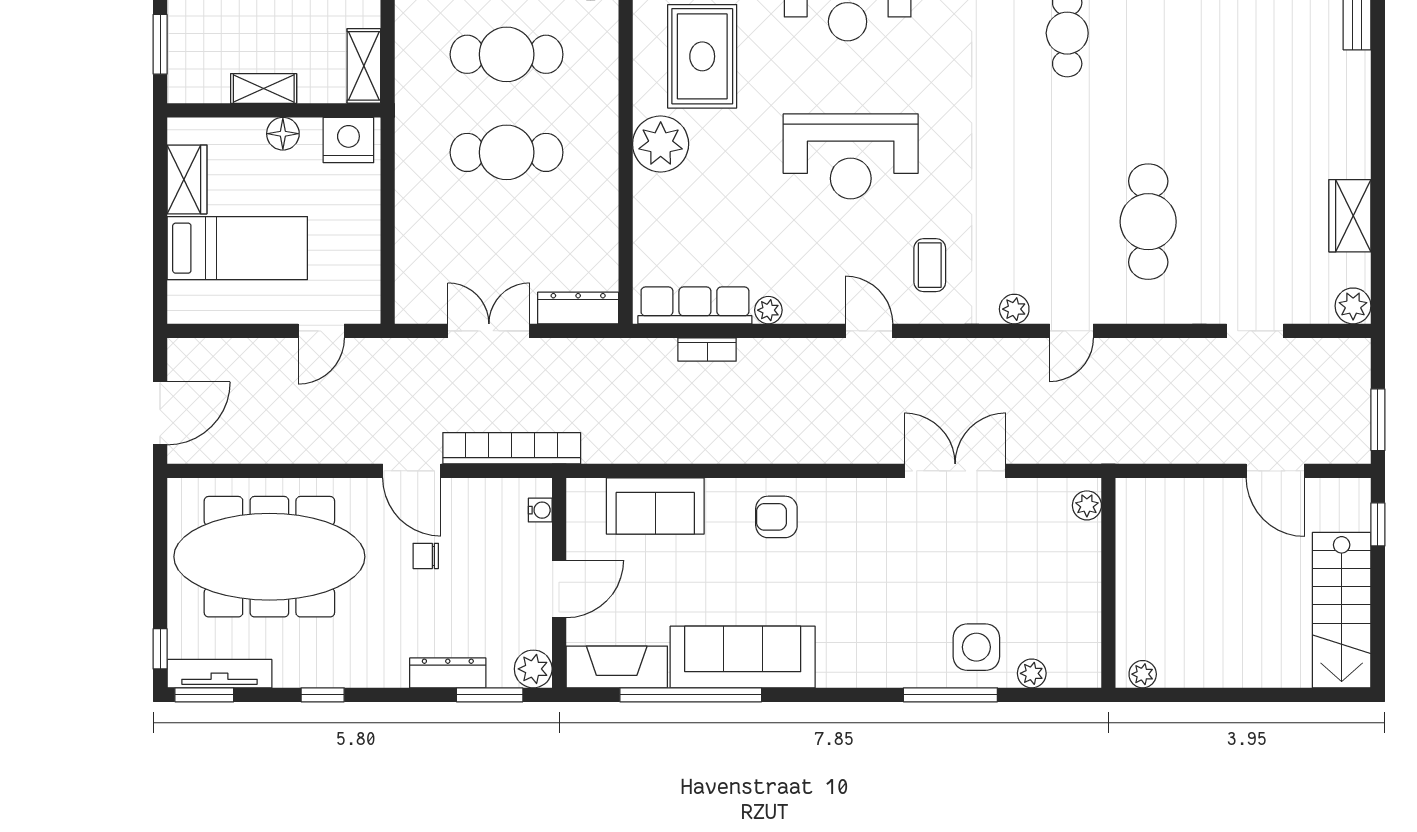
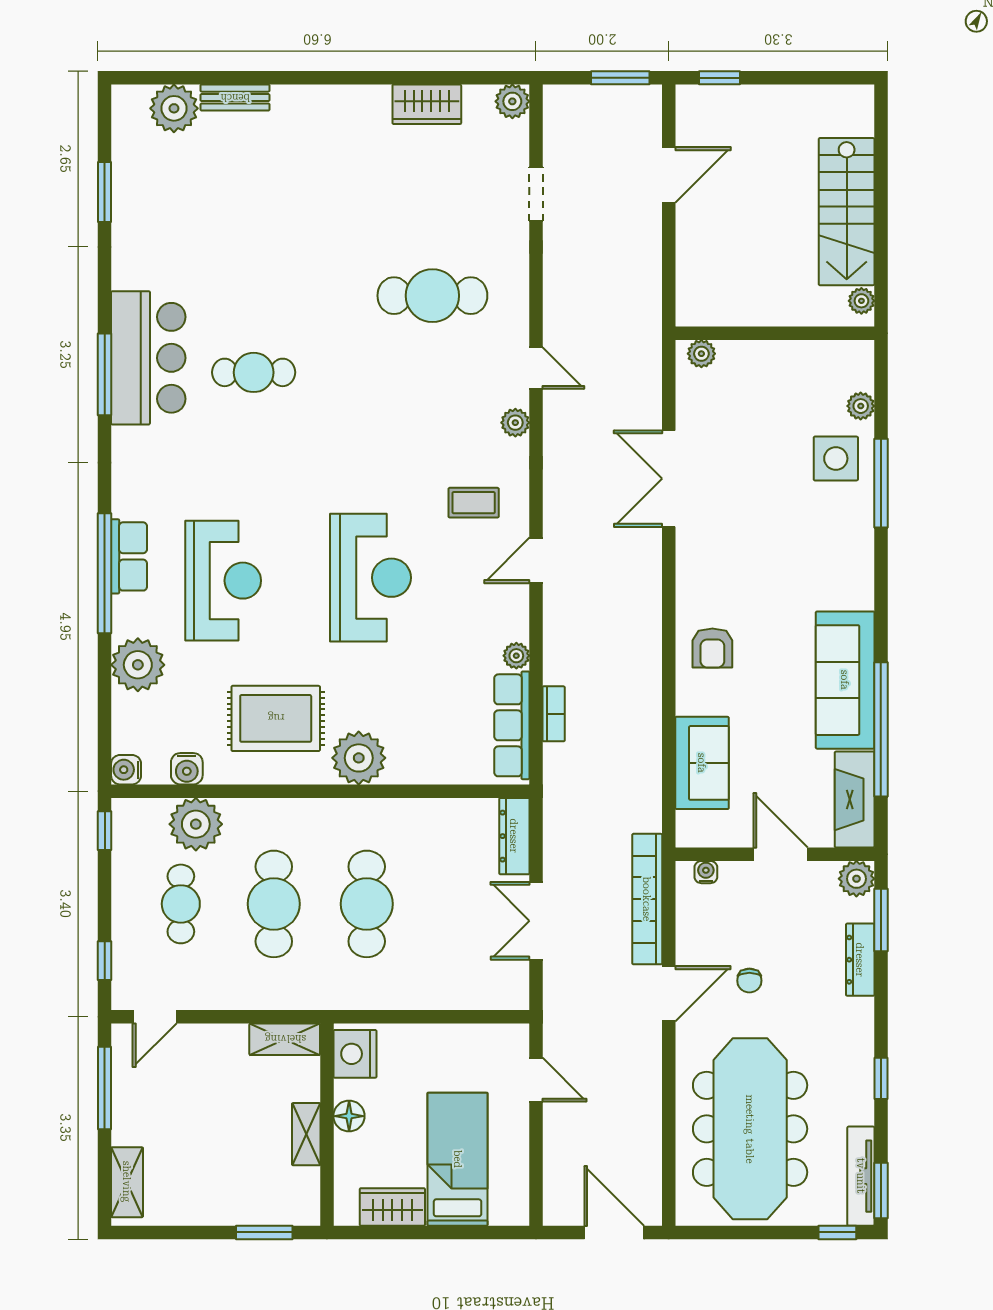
stairs: (1342, 610) -> (847, 212), moved, turned 90

